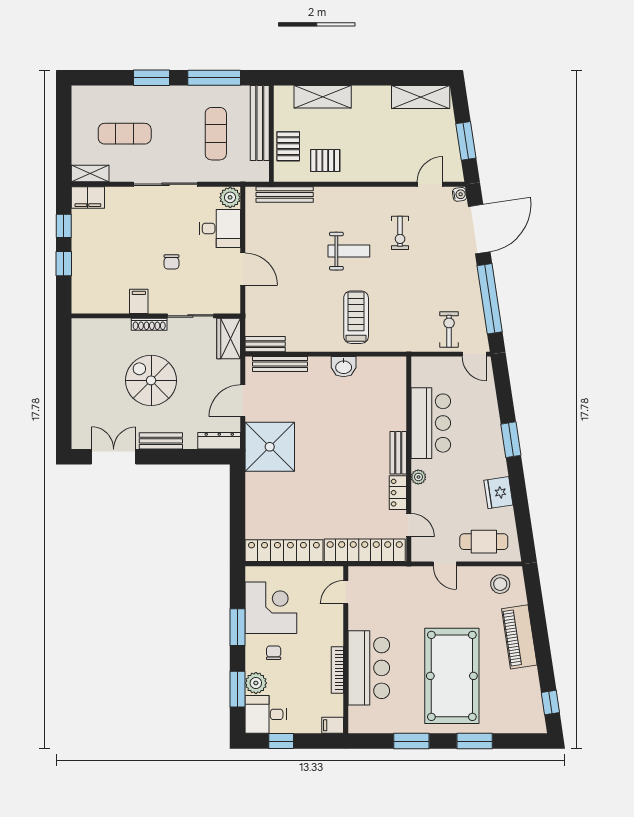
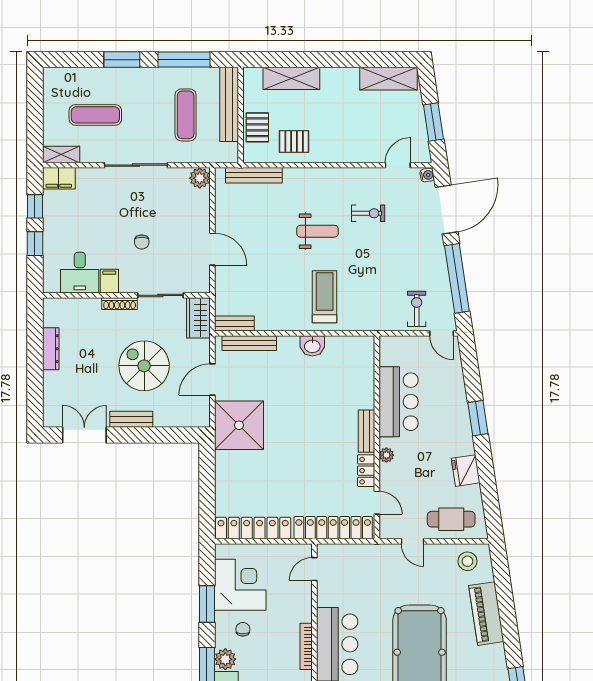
desk: (220, 228) -> (80, 273), moved, turned 90
exercise bike: (400, 233) -> (368, 213), turned -90
spiral stairs: (151, 380) -> (144, 366), moved
dresser: (219, 441) -> (51, 349), moved, turned 90

